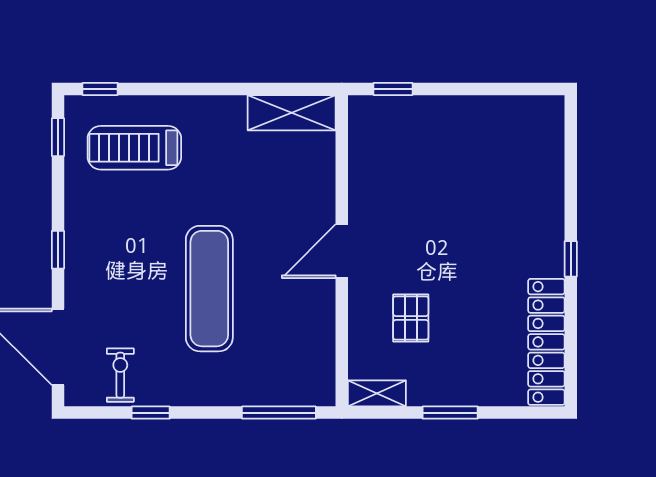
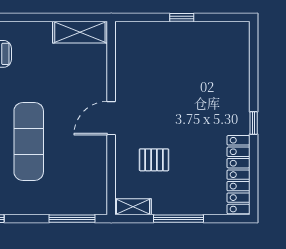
window: (393, 89) -> (182, 17), moved
pallet: (411, 318) -> (154, 160), turned 90
window: (450, 413) -> (179, 219), width x1.44

